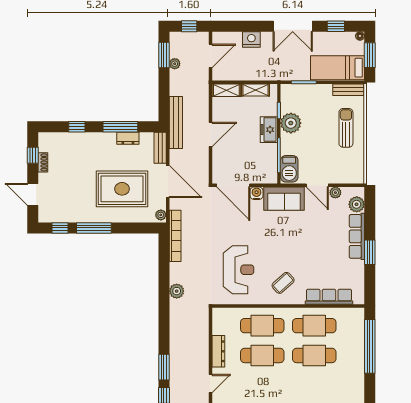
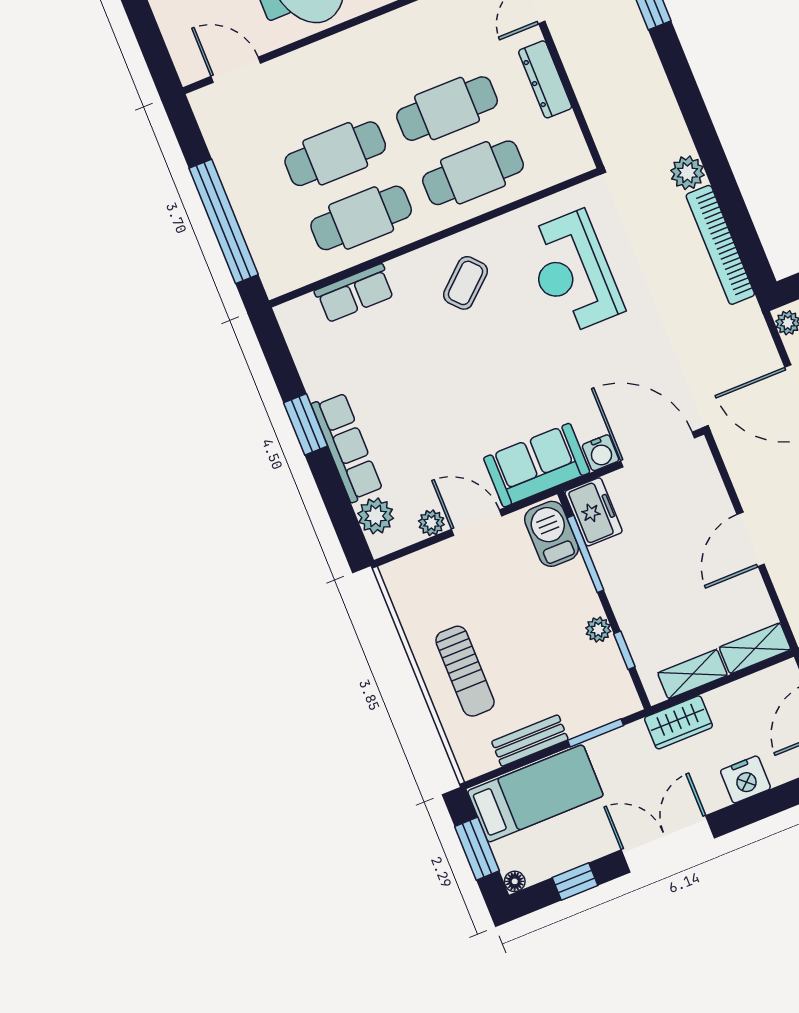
wardrobe: (269, 73) -> (678, 722), added
bench: (348, 90) -> (530, 741), moved
plant: (291, 123) -> (598, 630), width x0.53, depth x0.53
freezer: (269, 130) -> (594, 512), moved
bookcase: (175, 236) -> (720, 245), moved
row of seats: (329, 297) -> (355, 293), width x0.68

